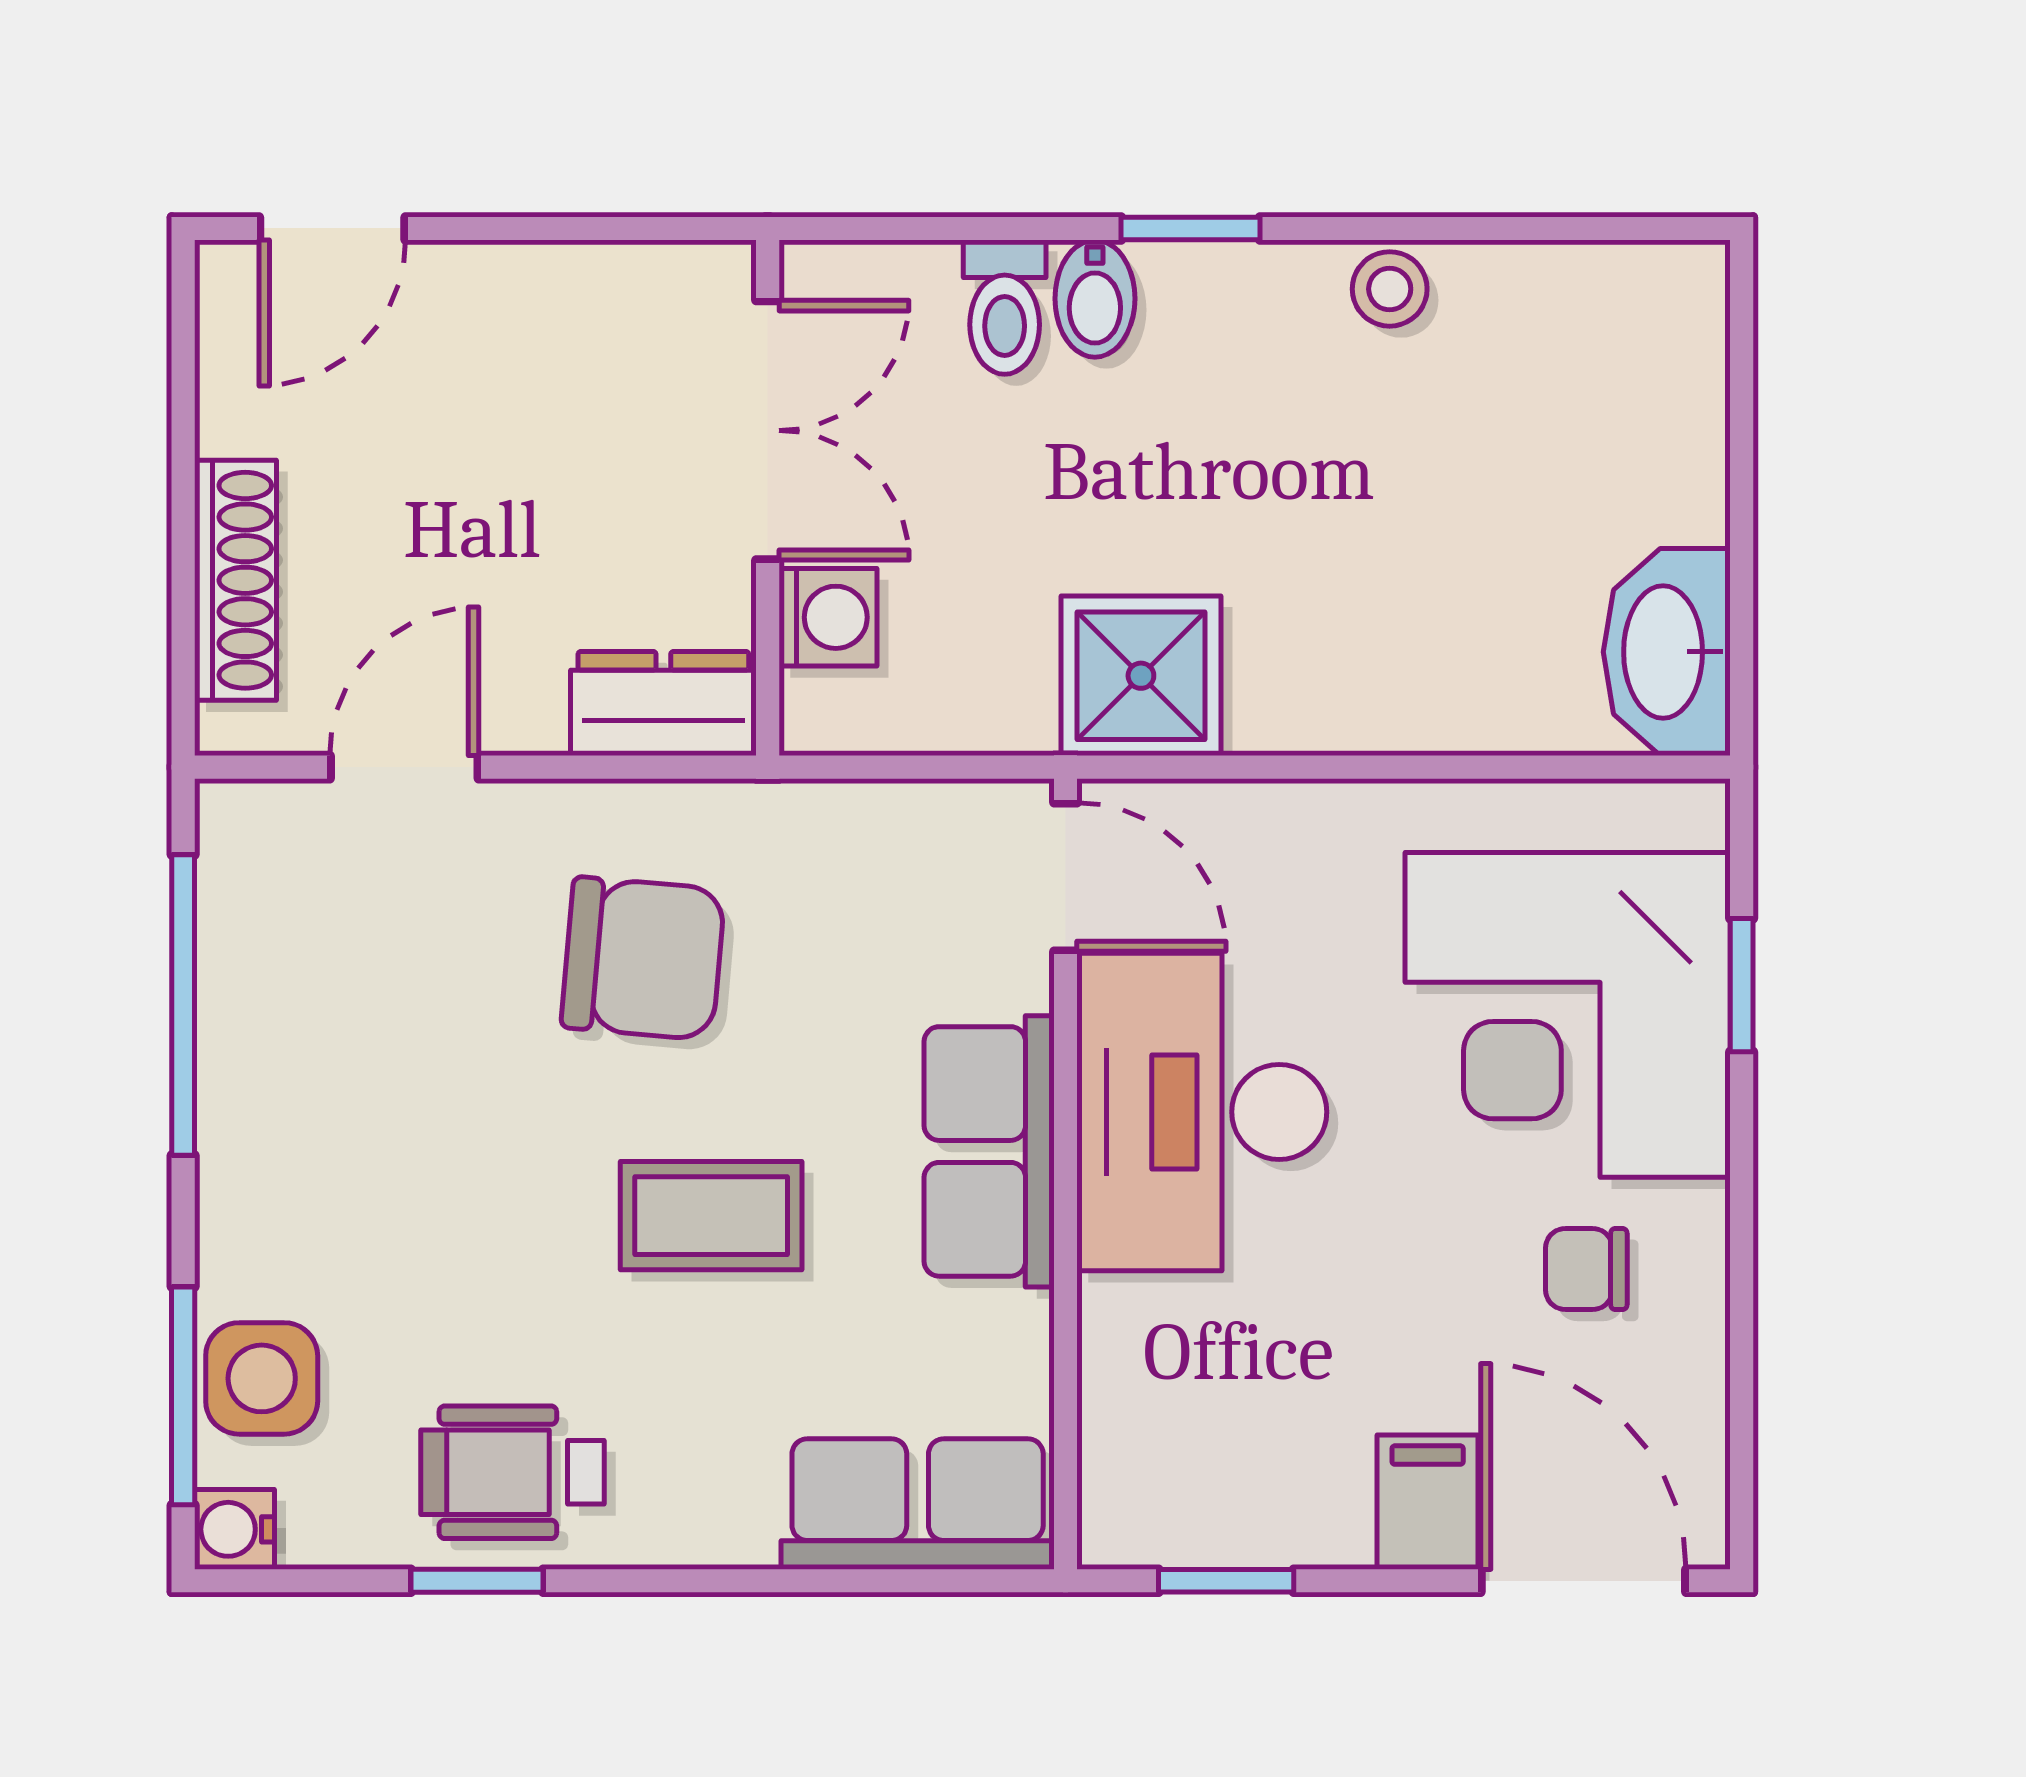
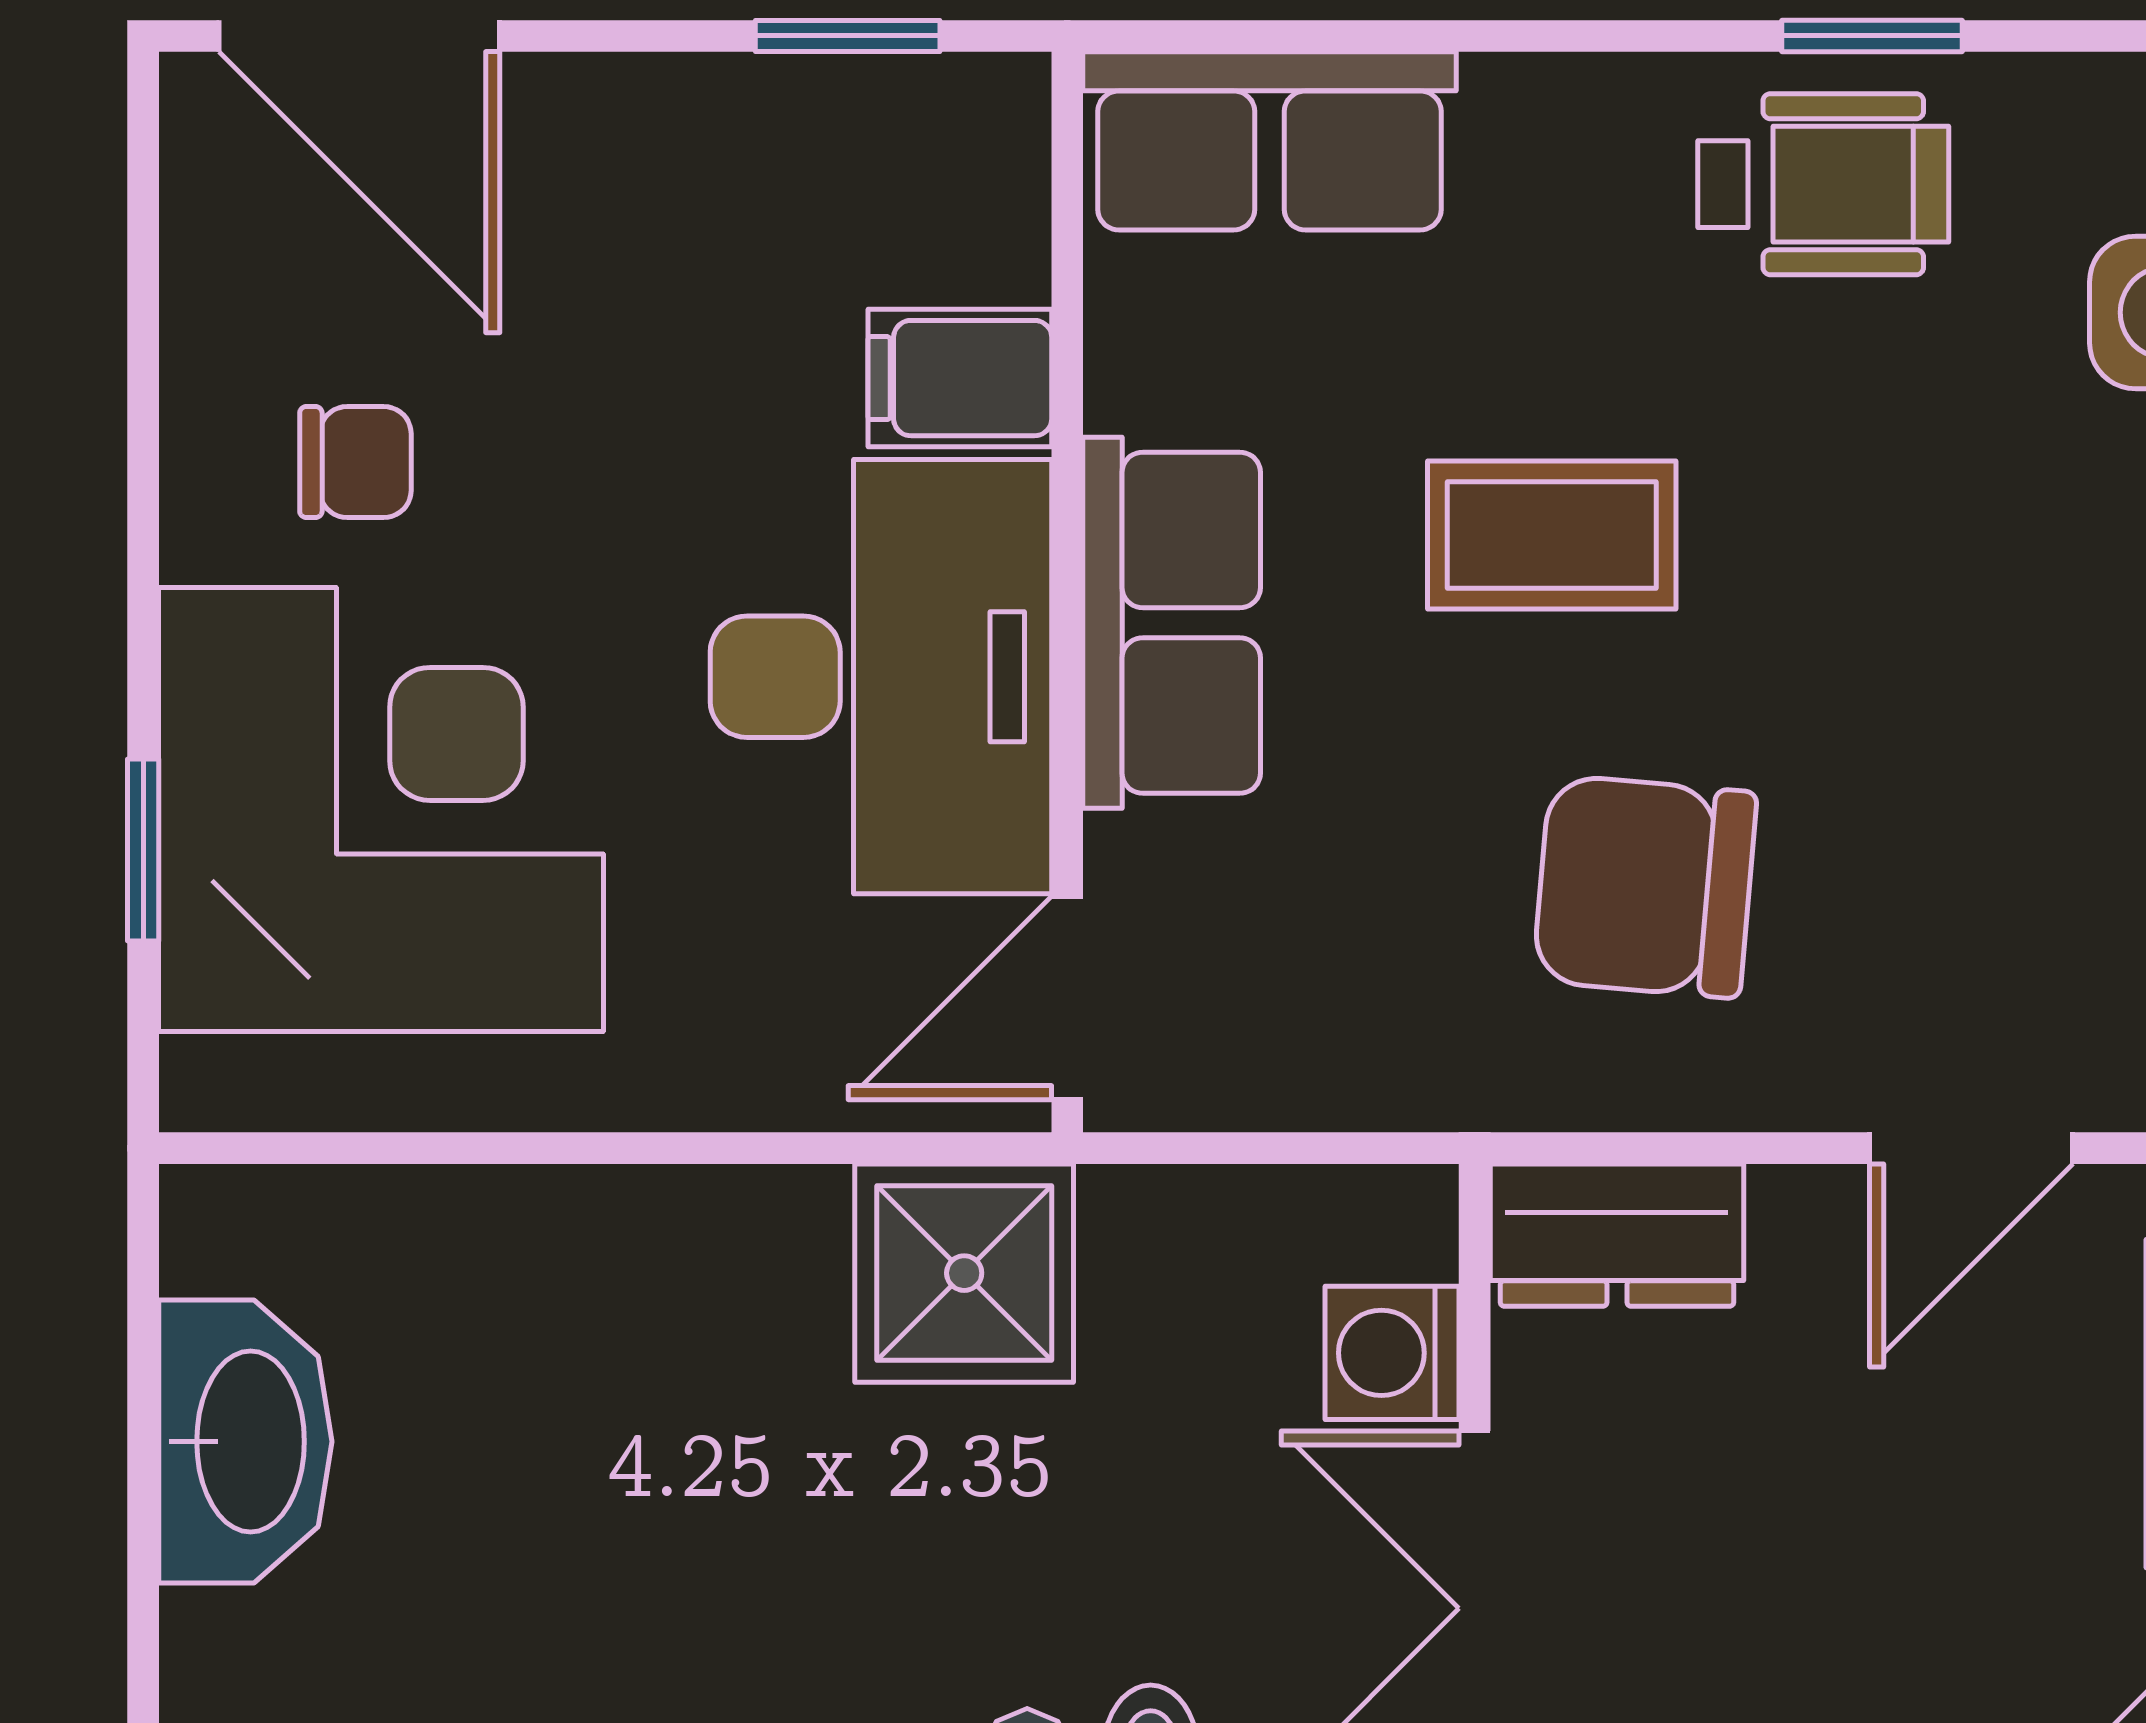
washbasin: (1667, 652) -> (245, 1442), moved
door: (1066, 877) -> (1067, 998), hinge flipped
filing cabinet: (1428, 1502) -> (960, 378), moved, turned 90

